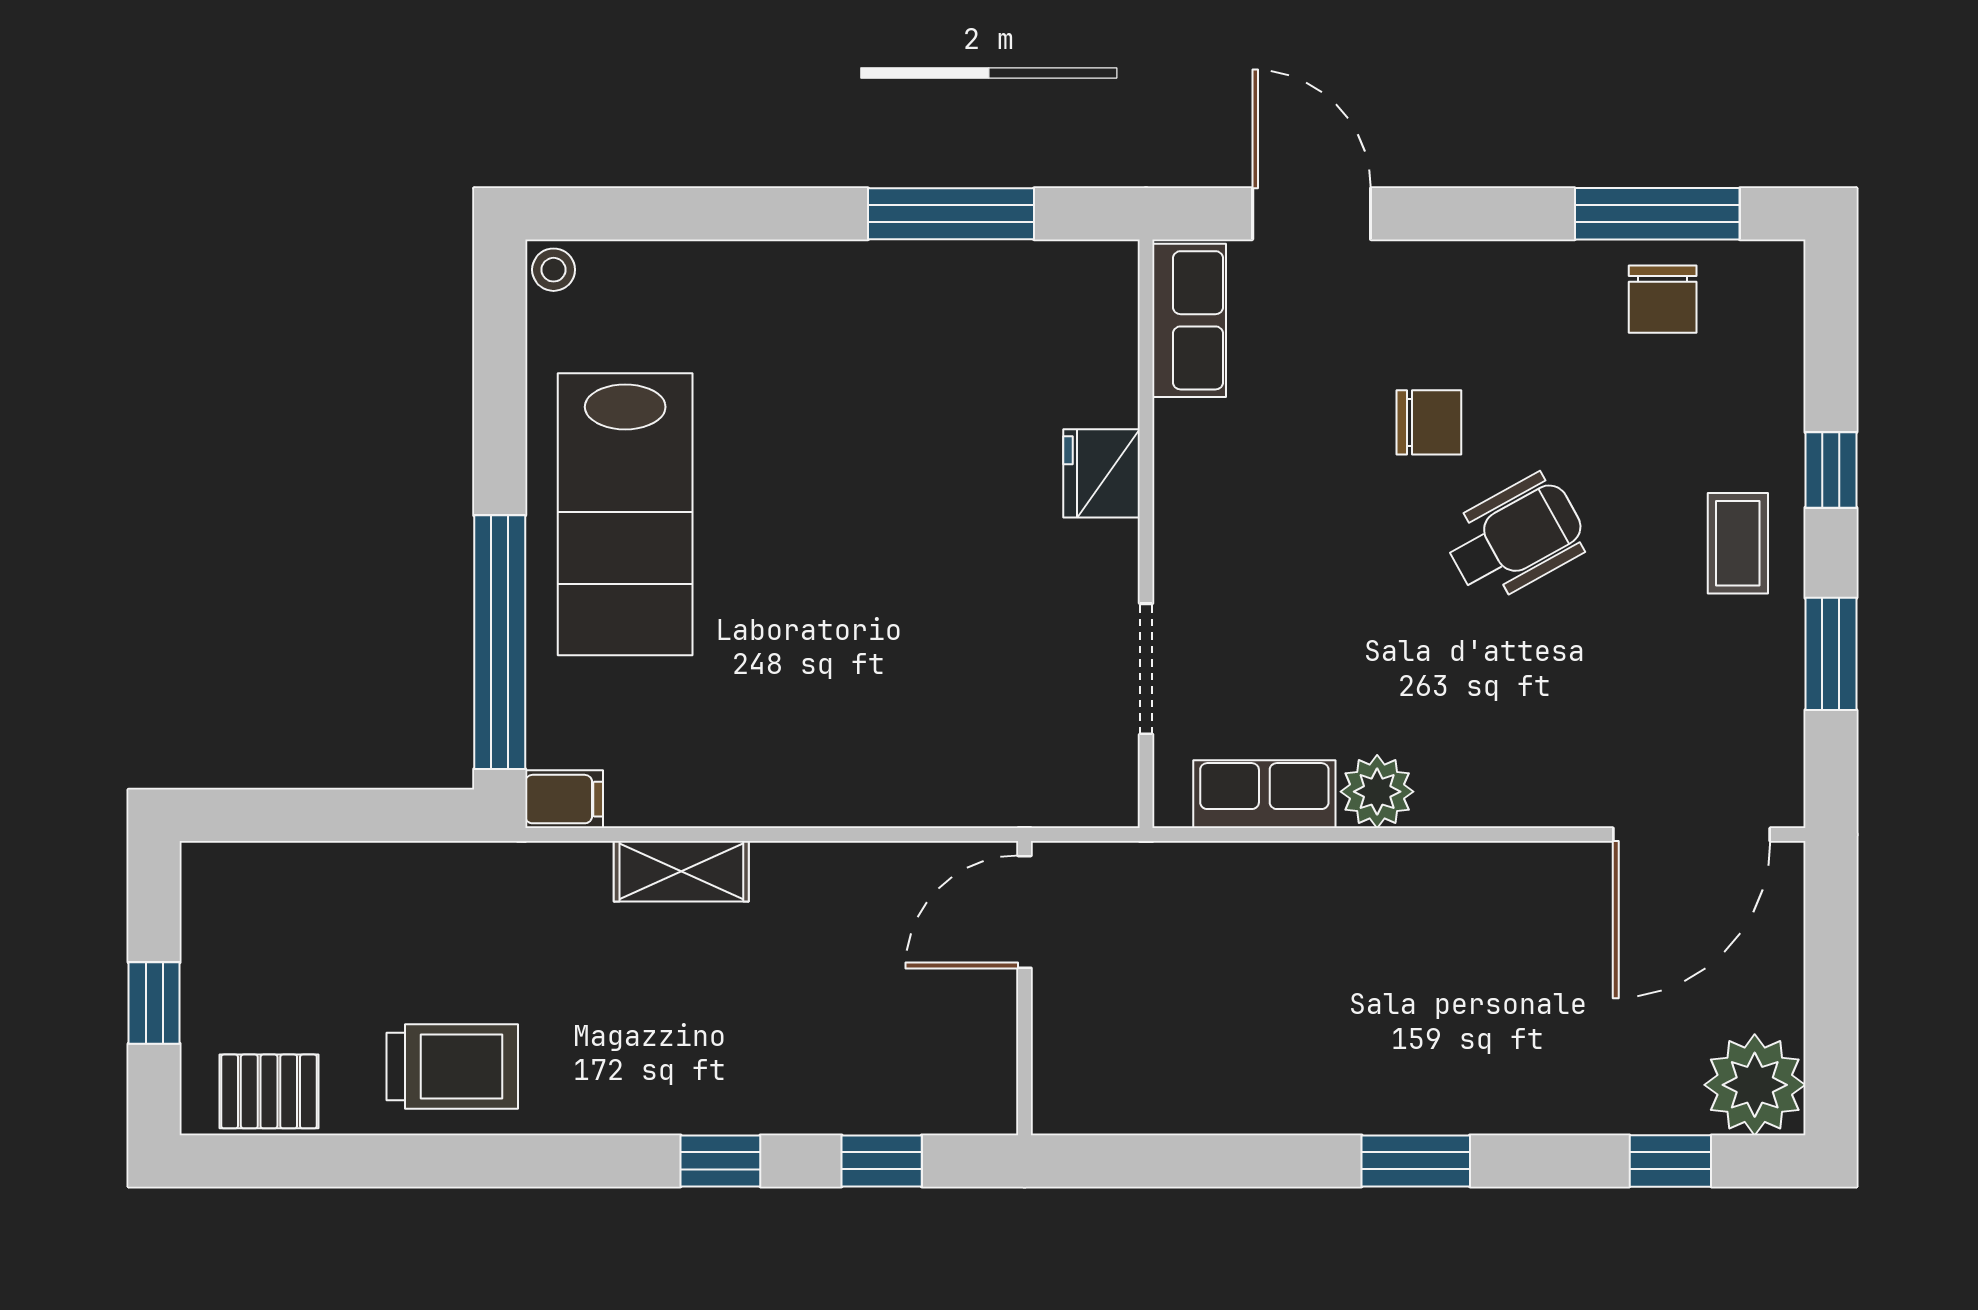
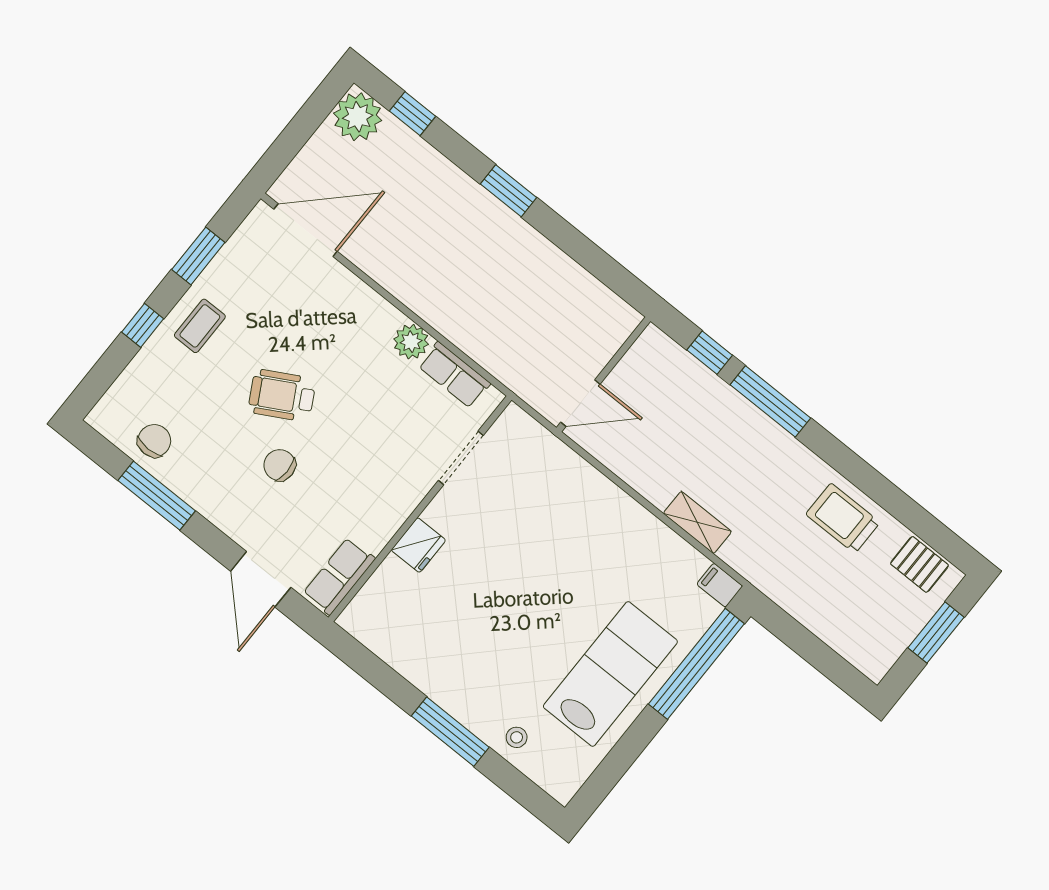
window: (951, 214) -> (450, 732), moved
window: (1657, 214) -> (157, 496), moved
stool: (554, 270) -> (517, 737), moved
window: (154, 1003) -> (936, 633), width x1.50
window: (720, 1161) -> (770, 401), width x2.17

